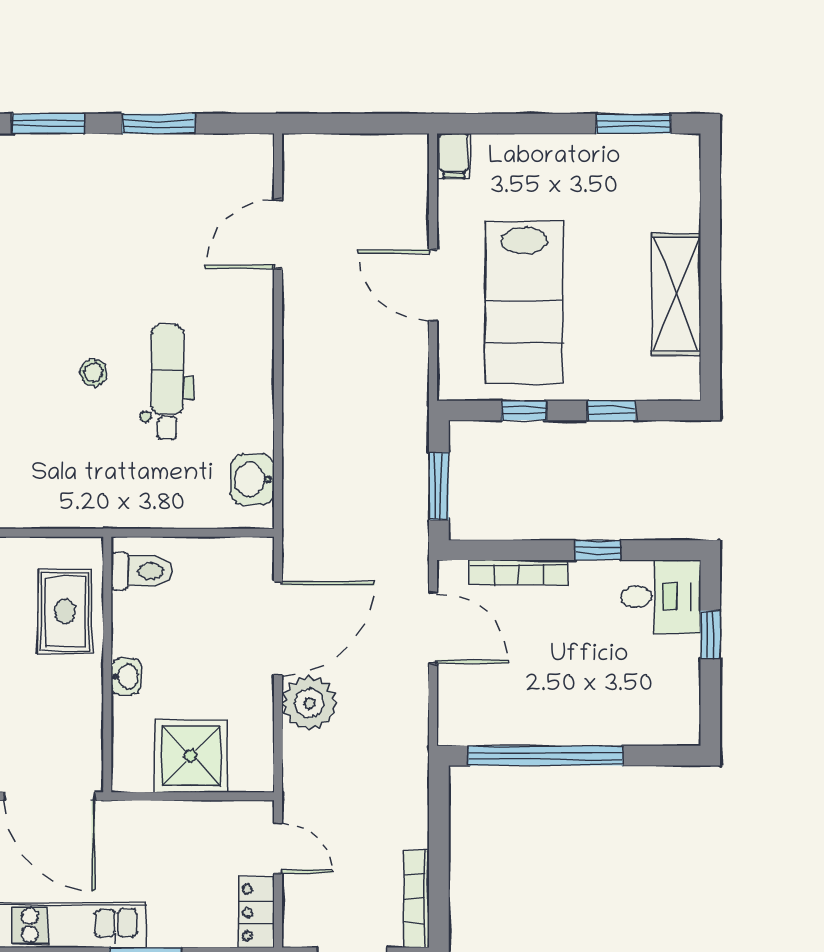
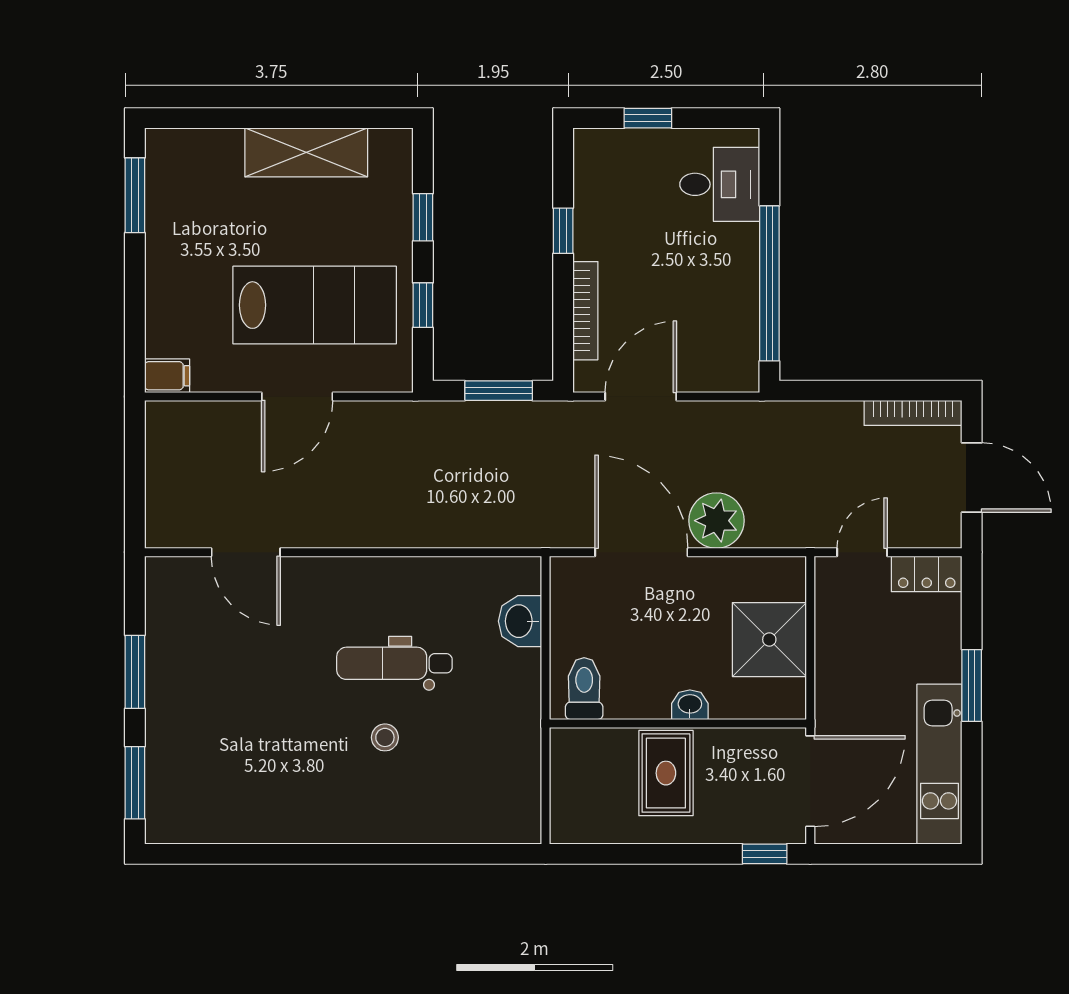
washbasin: (252, 479) -> (520, 621), moved, turned 90
desk: (661, 597) -> (720, 184), moved, turned 90
rug: (65, 612) -> (666, 773), moved, turned 90

